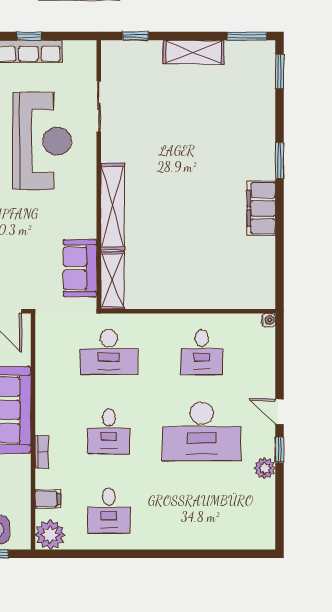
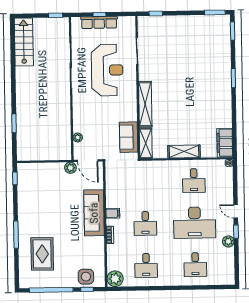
shelving: (193, 52) -> (184, 152), moved
filing cabinet: (261, 208) -> (225, 143), moved
desk: (109, 352) -> (195, 265), moved, width x0.73
filing cabinet: (48, 499) -> (113, 213), moved

